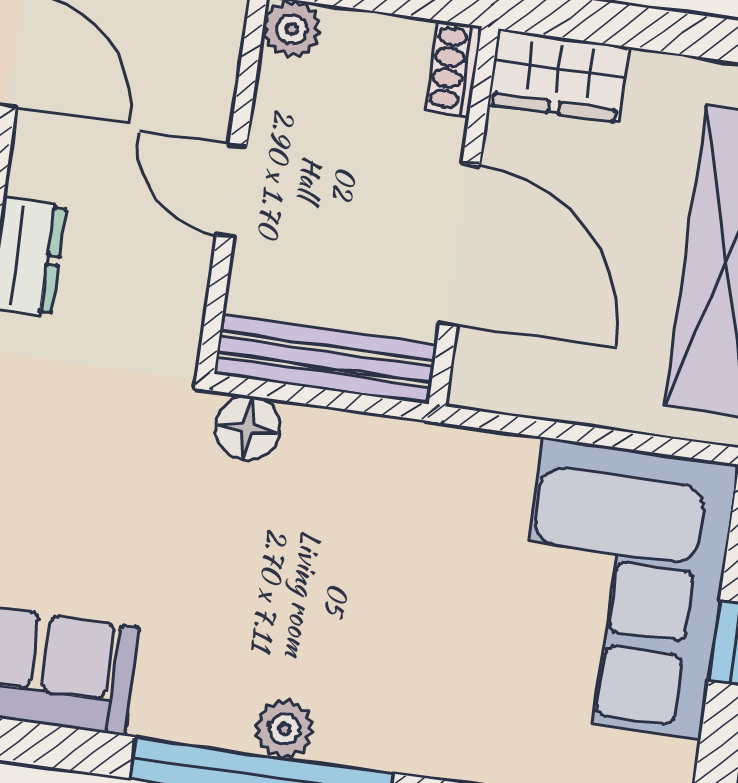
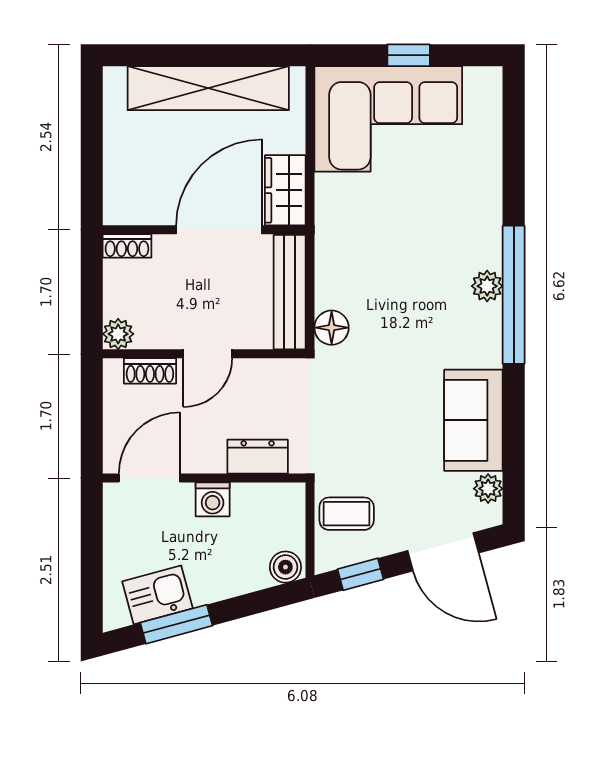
wardrobe: (558, 76) -> (285, 190), moved, turned 180
shoe rack: (215, 79) -> (150, 371), added

